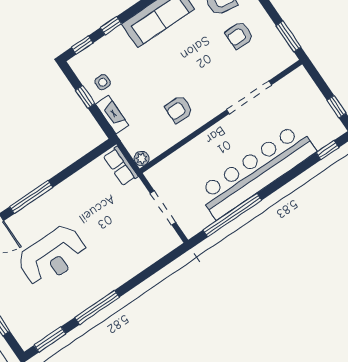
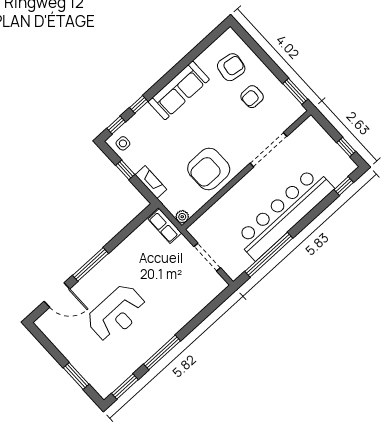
side table: (103, 82) -> (123, 143), moved
armchair: (179, 109) -> (209, 169), width x1.88, depth x1.88

